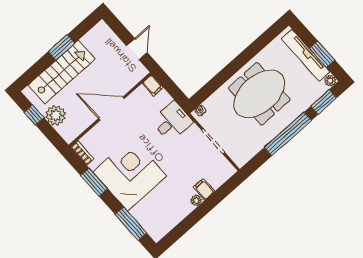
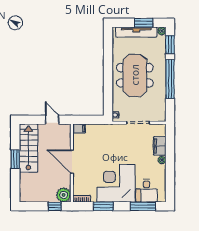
stairs: (62, 72) -> (28, 148), moved
door: (111, 109) -> (72, 162), hinge flipped
window: (34, 115) -> (55, 206), moved
plant: (56, 115) -> (64, 195), moved
desk: (172, 121) -> (146, 191), moved, turned 180
filing cabinet: (204, 189) -> (160, 146), width x2.00

